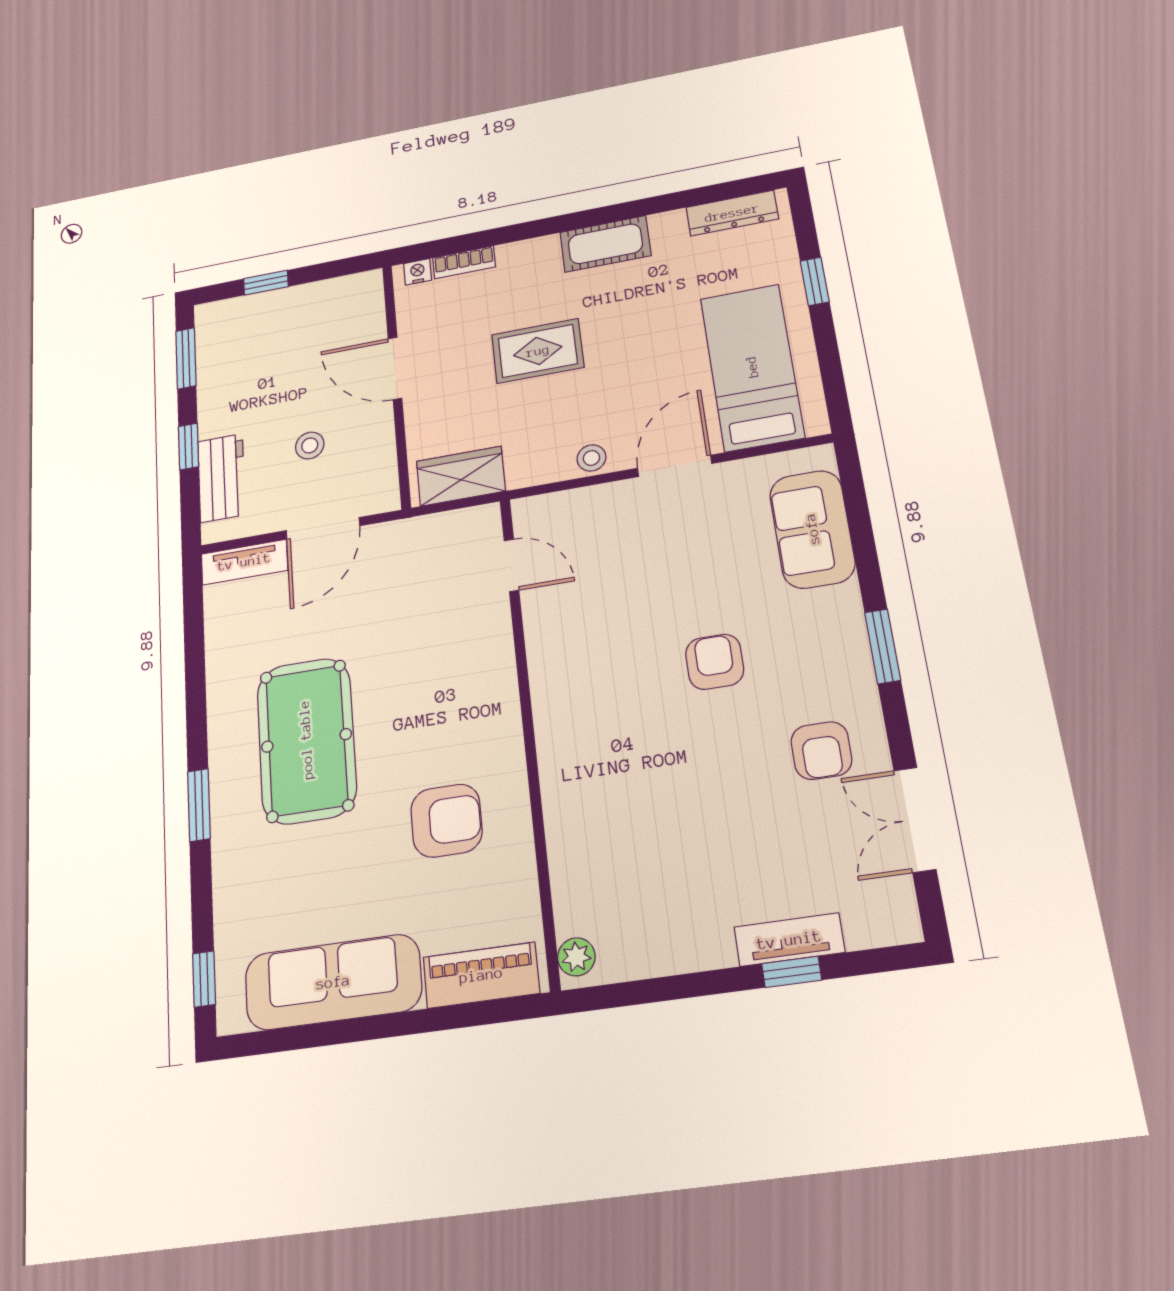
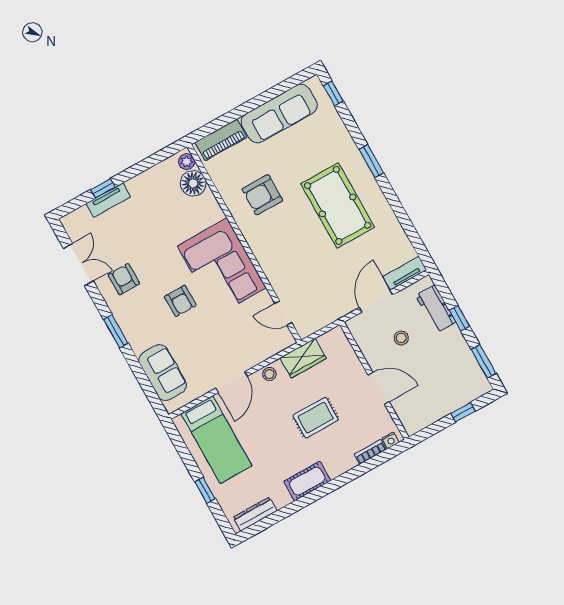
wardrobe: (461, 476) -> (303, 358), moved
corner sofa: (597, 701) -> (222, 267), added
floor lamp: (582, 903) -> (193, 183), added

